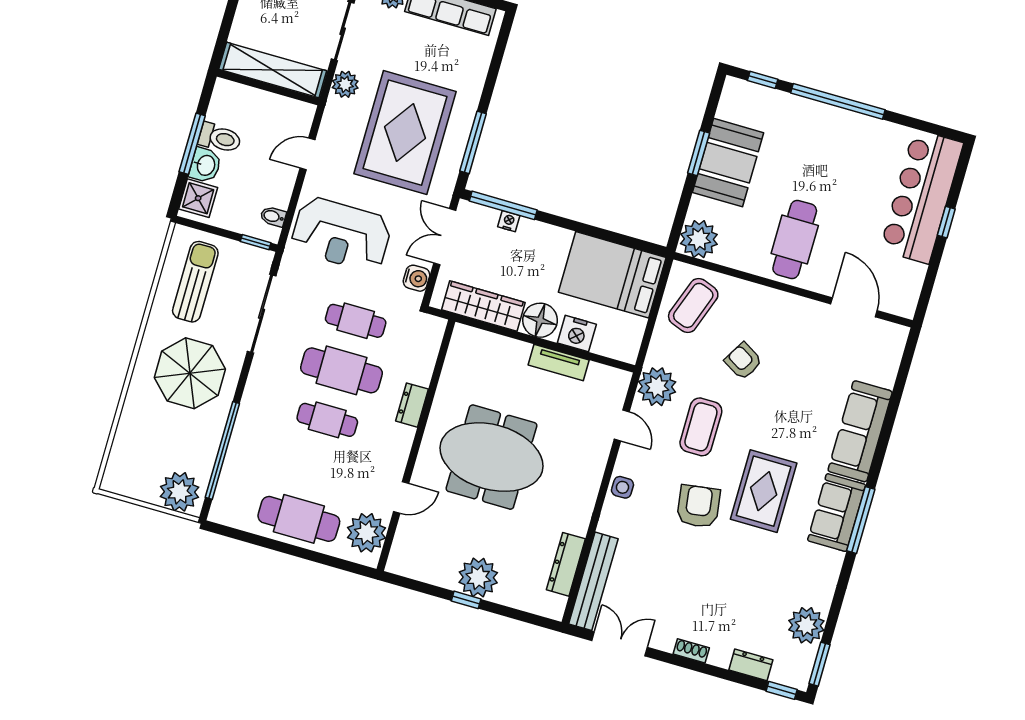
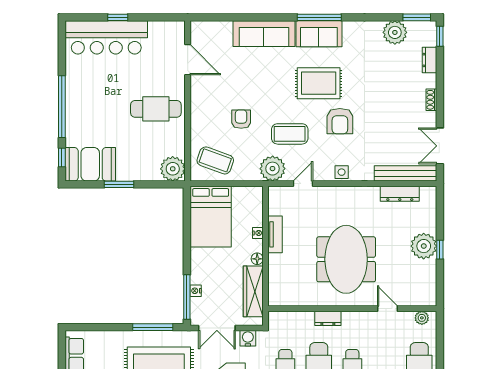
booth: (728, 163) -> (90, 164), moved
door: (854, 307) -> (188, 60), swing flipped
floor lamp: (540, 320) -> (257, 259), width x0.53, depth x0.53
nightstand: (577, 334) -> (258, 233), width x0.53, depth x0.56
armchair: (743, 361) -> (241, 119), turned 149
armchair: (698, 506) -> (340, 121), turned -82
plant: (366, 533) -> (422, 318), width x0.53, depth x0.53

